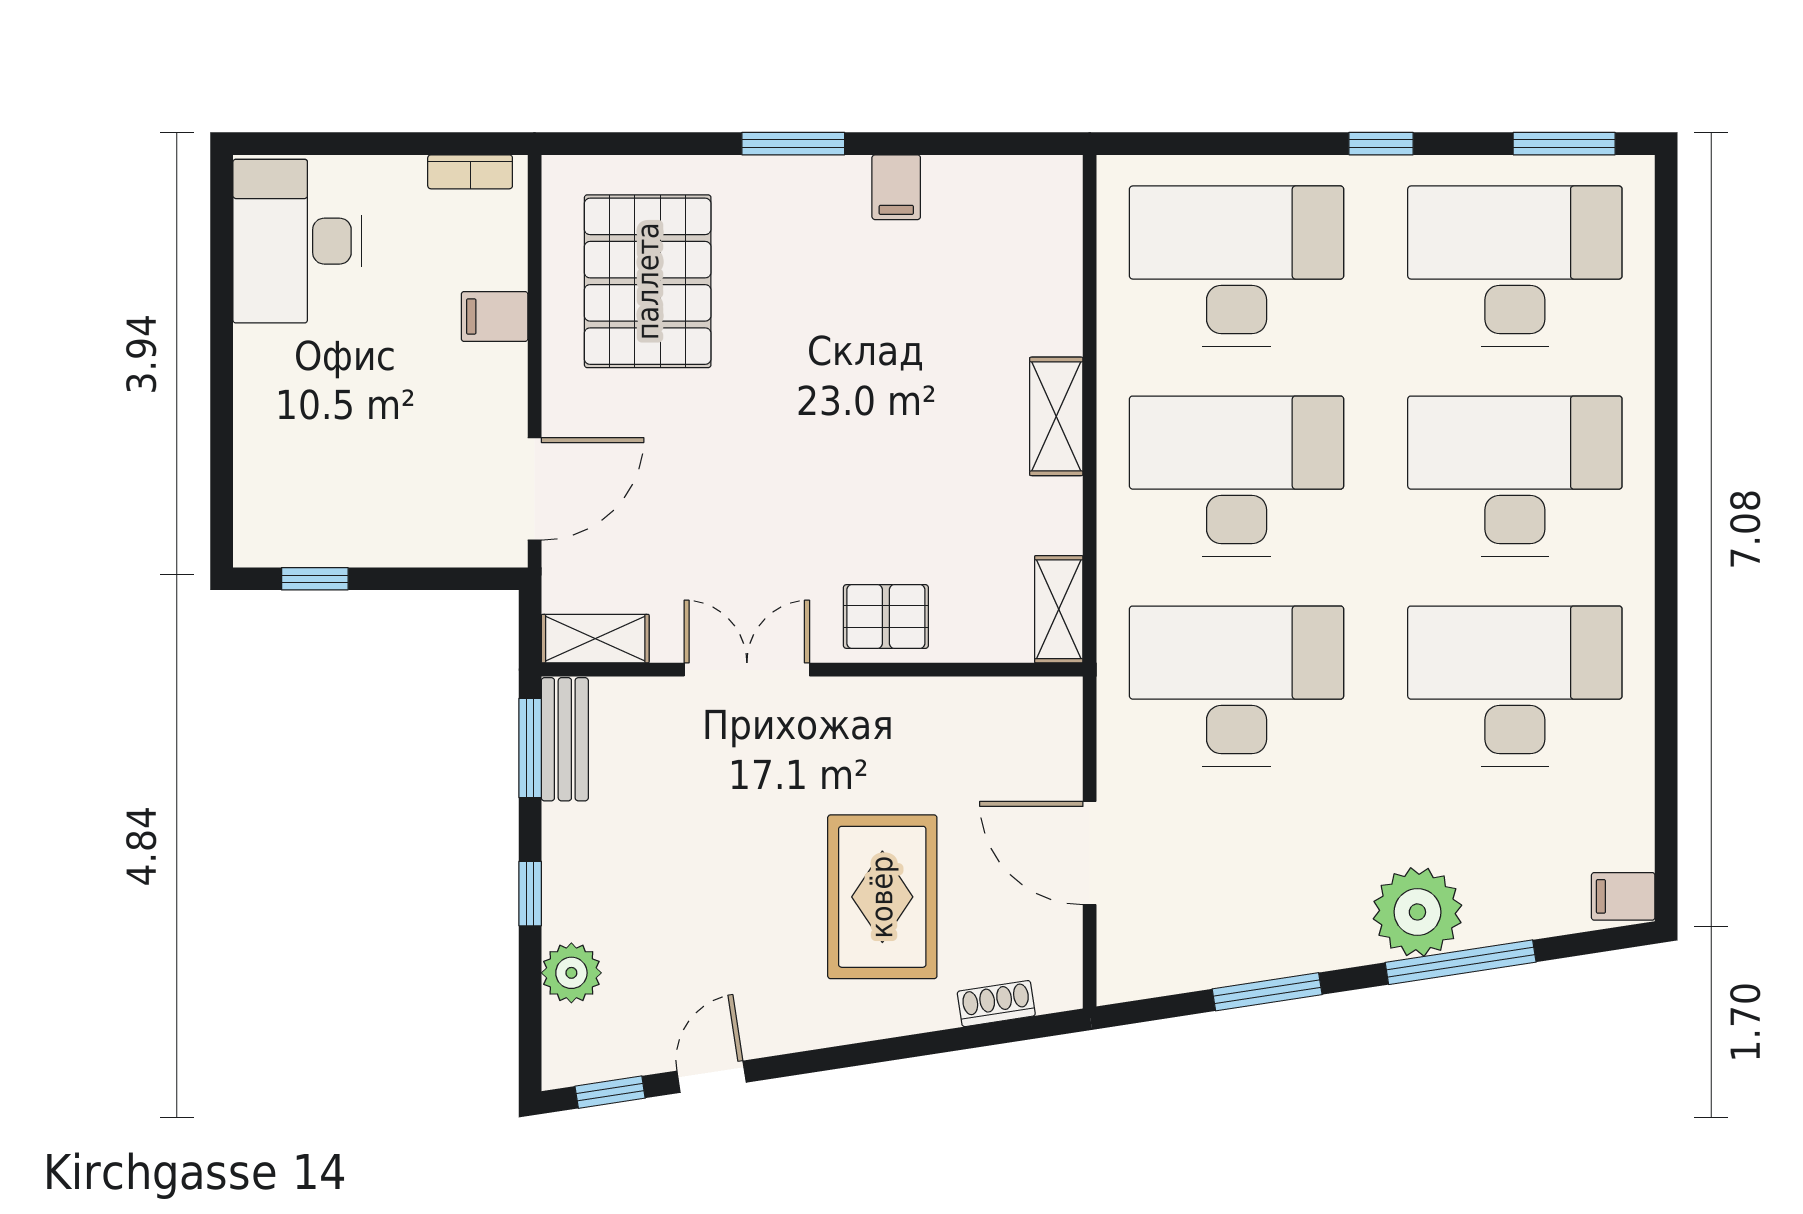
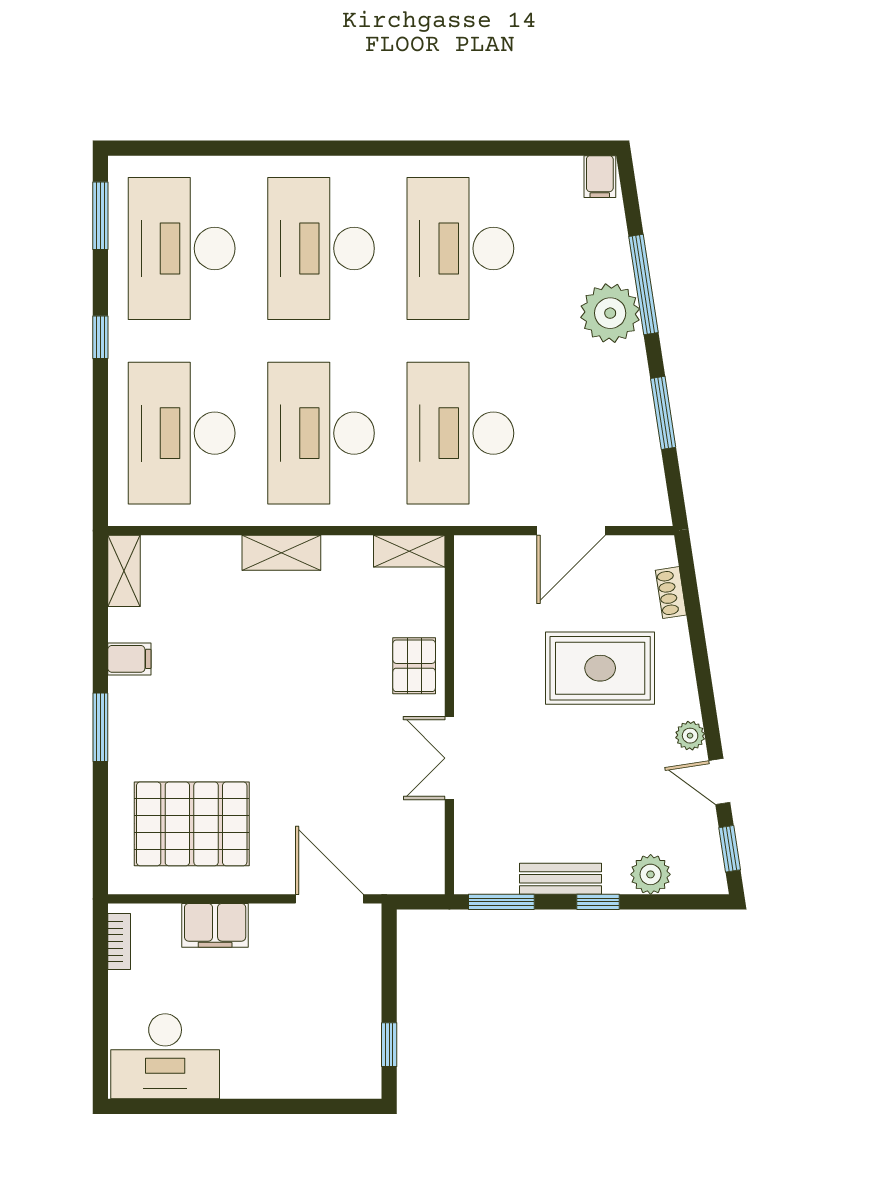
filing cabinet: (495, 317) -> (215, 925), width x2.00
shelving: (595, 639) -> (124, 571), moved
bench: (565, 739) -> (561, 879), moved
plant: (781, 1032) -> (690, 736), added

